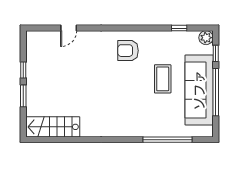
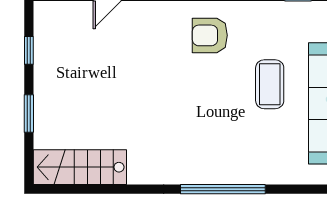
window: (23, 70) -> (29, 50), moved
window: (168, 140) -> (223, 189), moved

